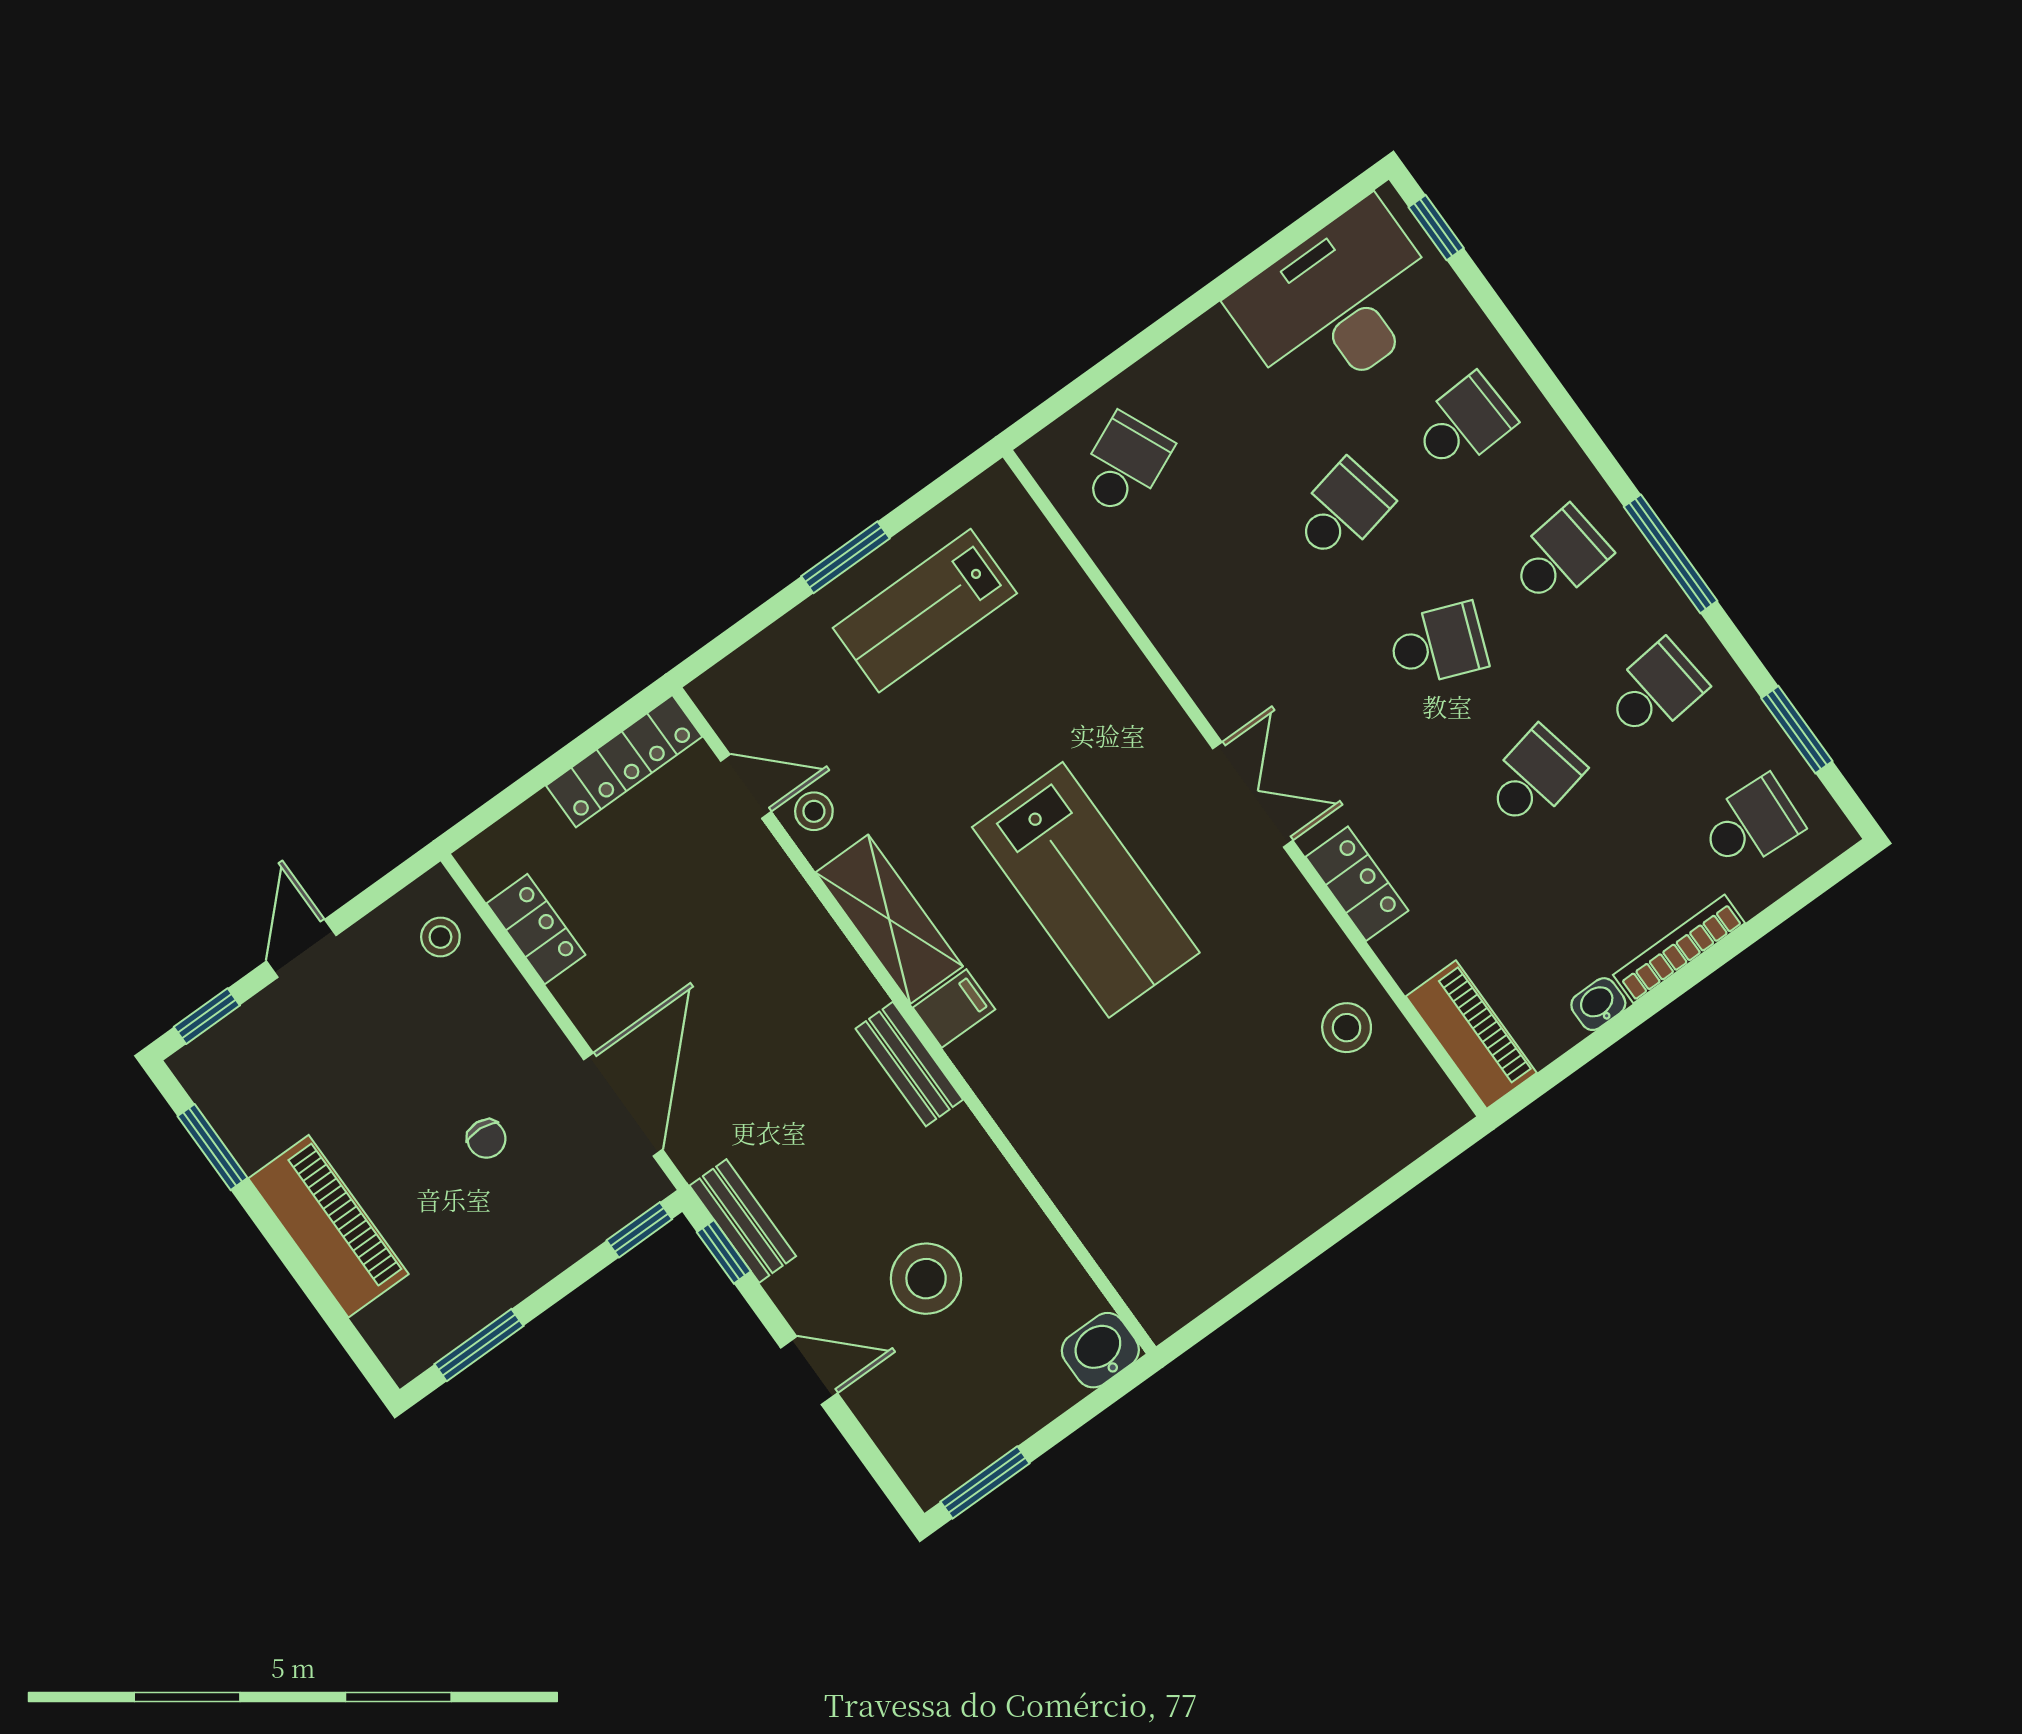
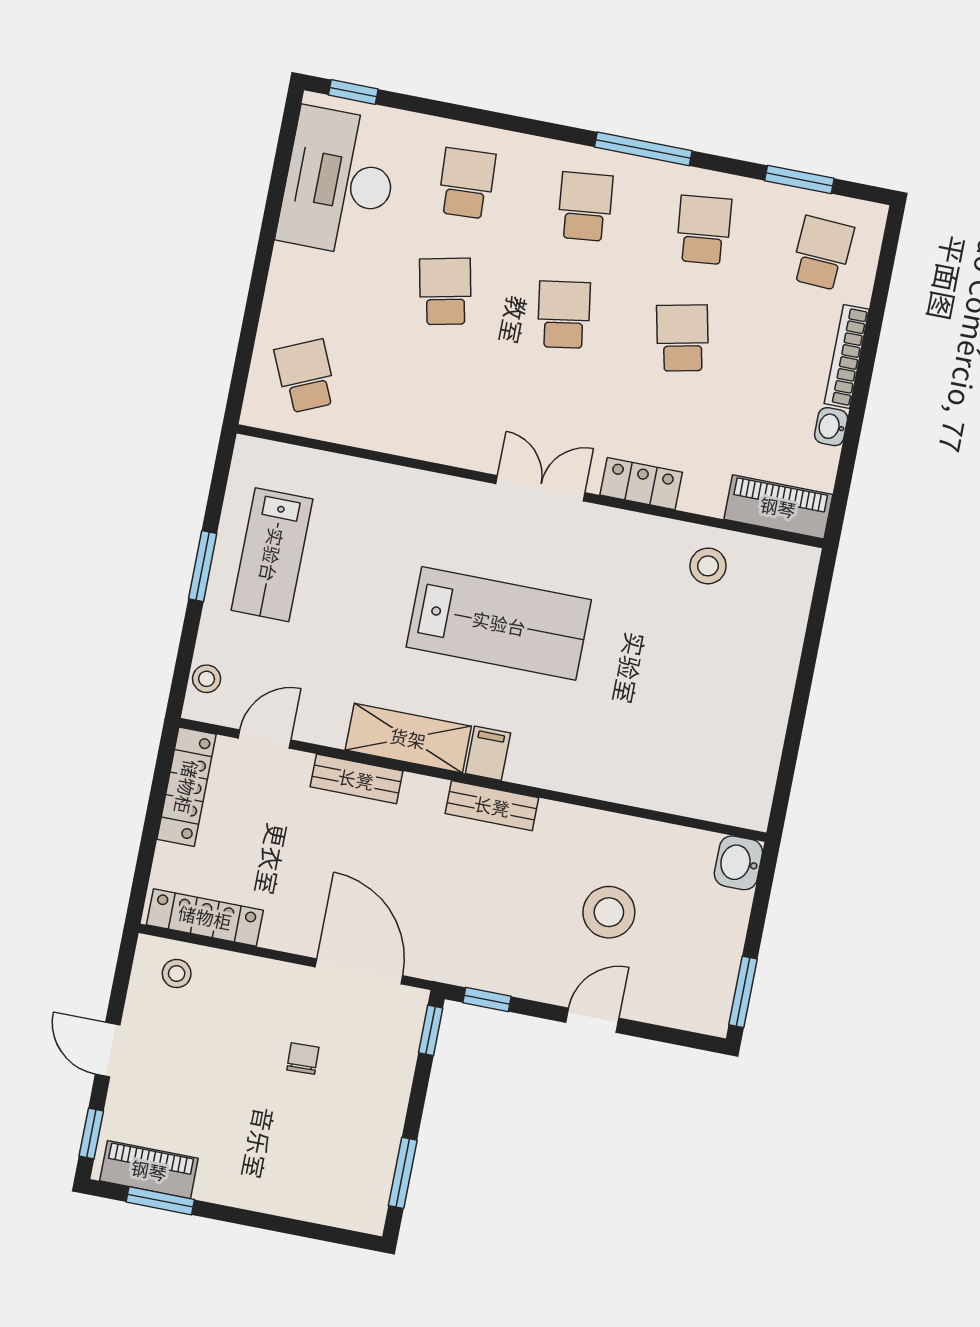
school desk: (1438, 644) -> (564, 315), turned -30
stool: (814, 811) -> (207, 679), moved
locker: (536, 929) -> (205, 917), width x1.53
chair: (486, 1139) -> (303, 1059), turned -96
bench: (743, 1221) -> (356, 779), moved
piano: (328, 1226) -> (149, 1170), moved, width x0.73, depth x0.75

